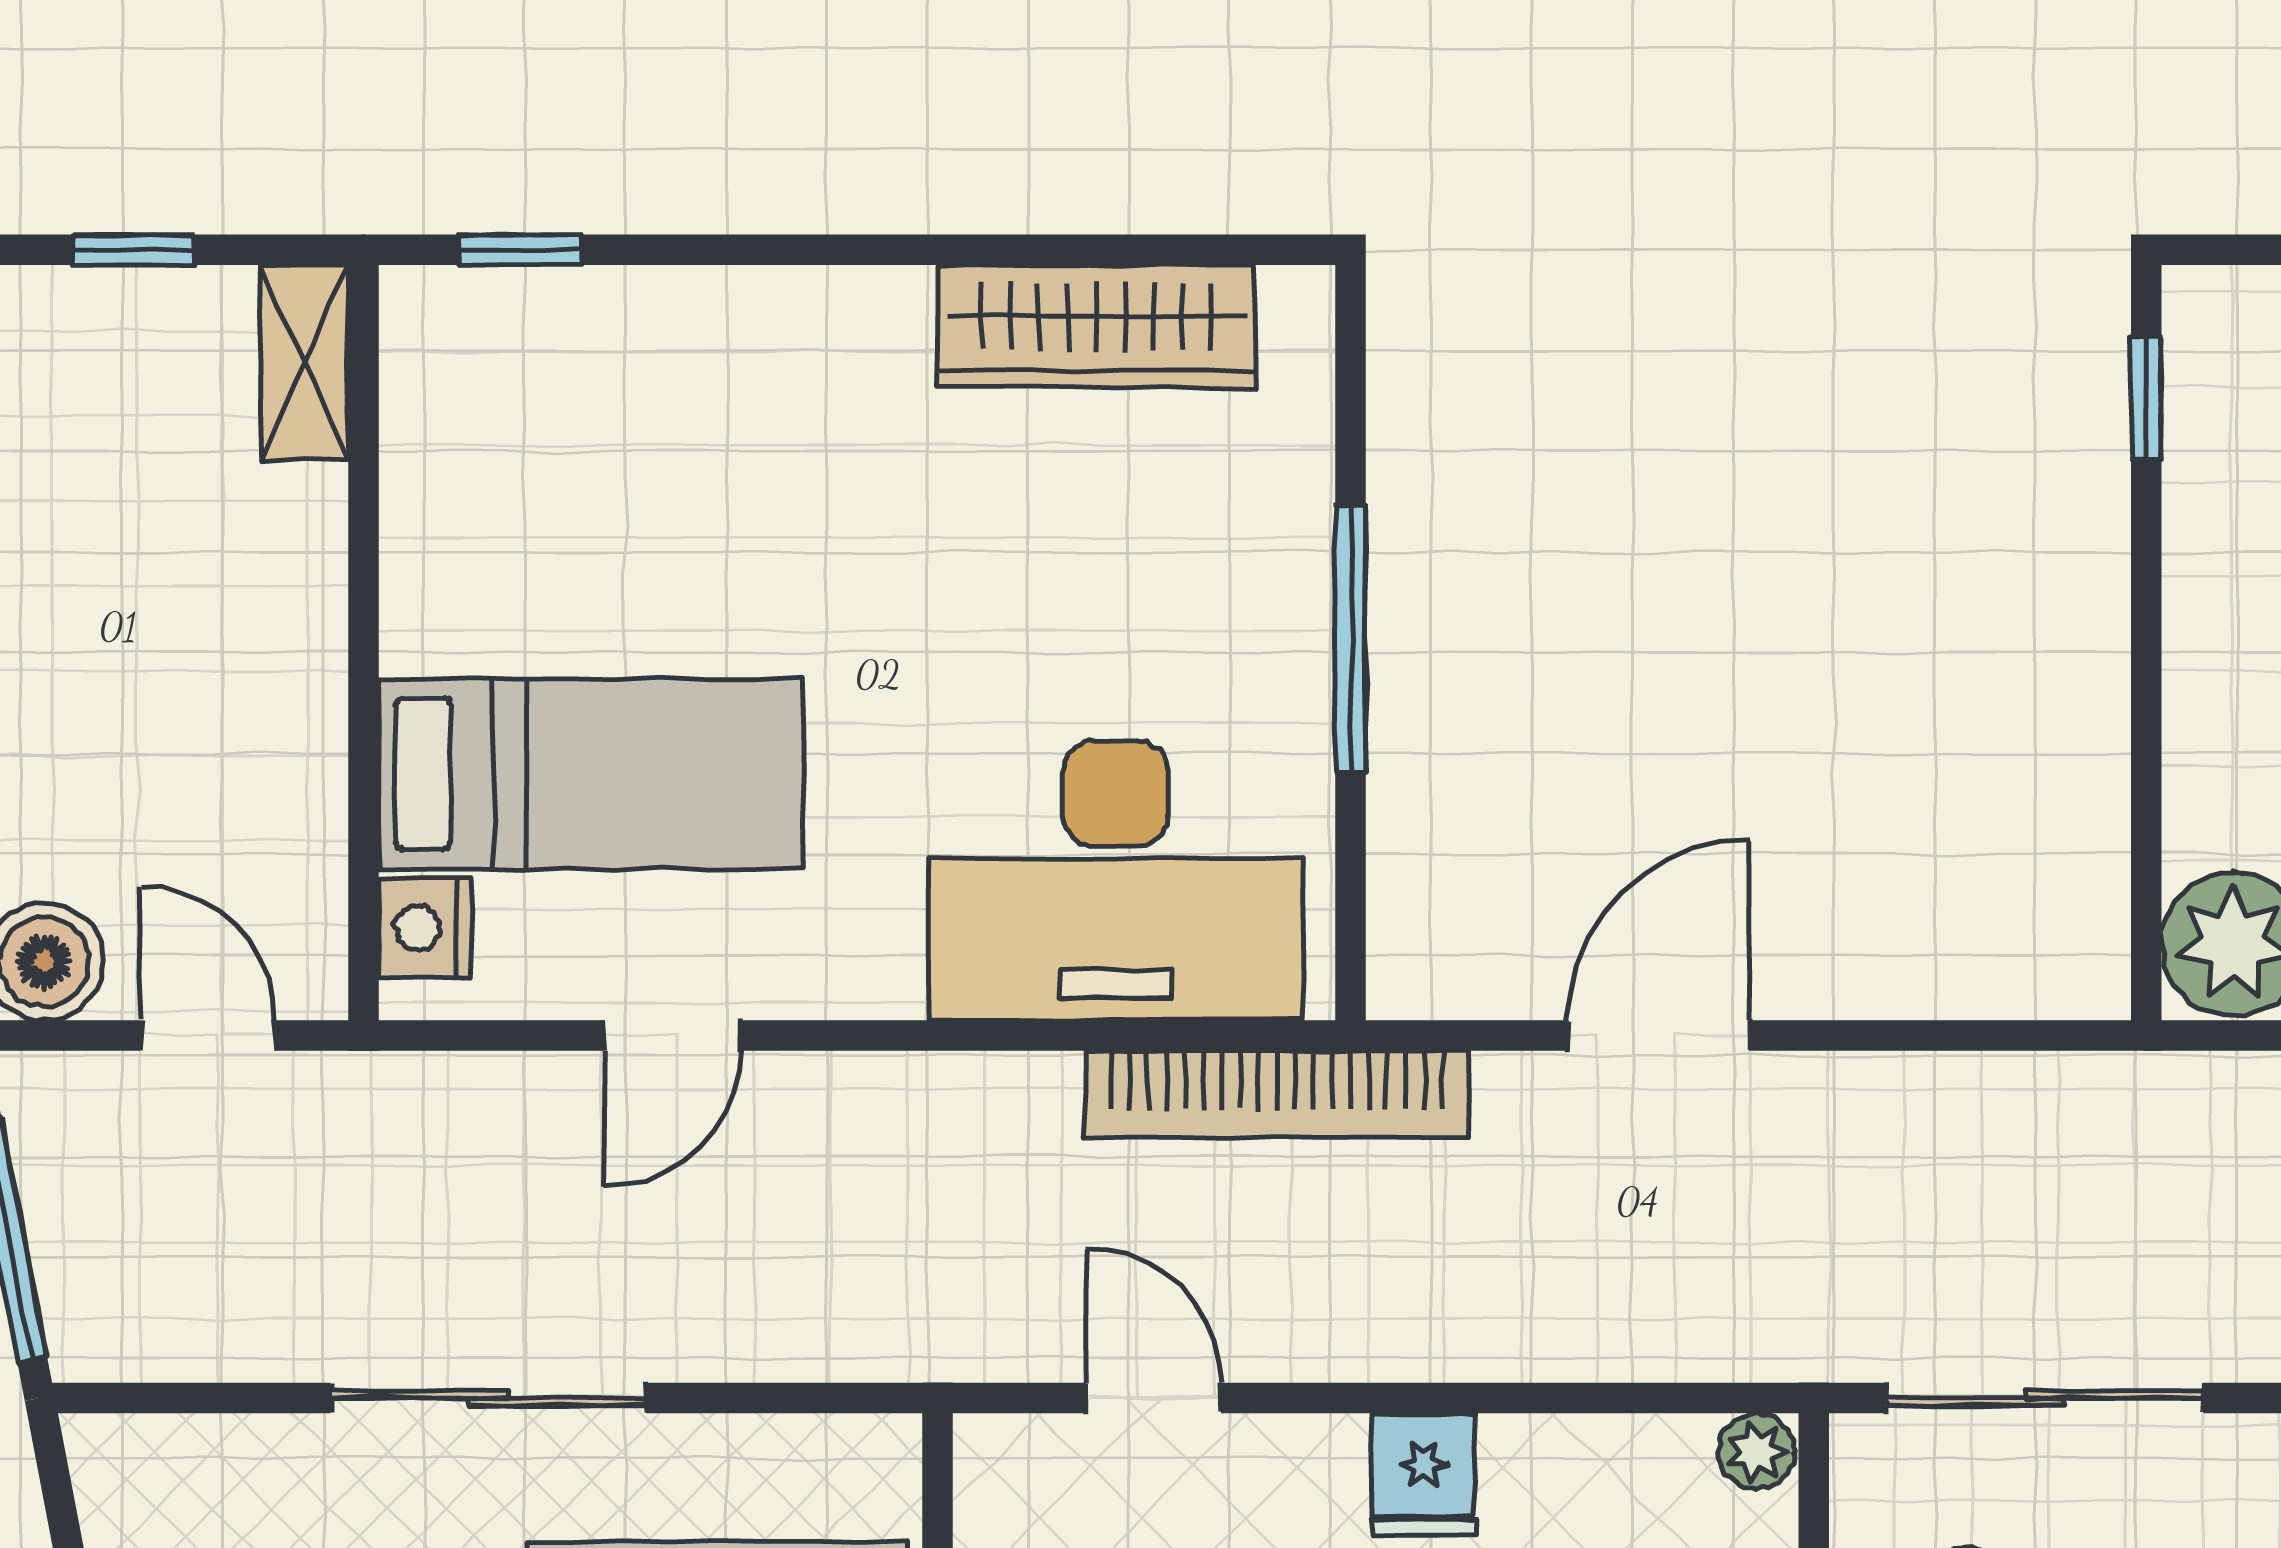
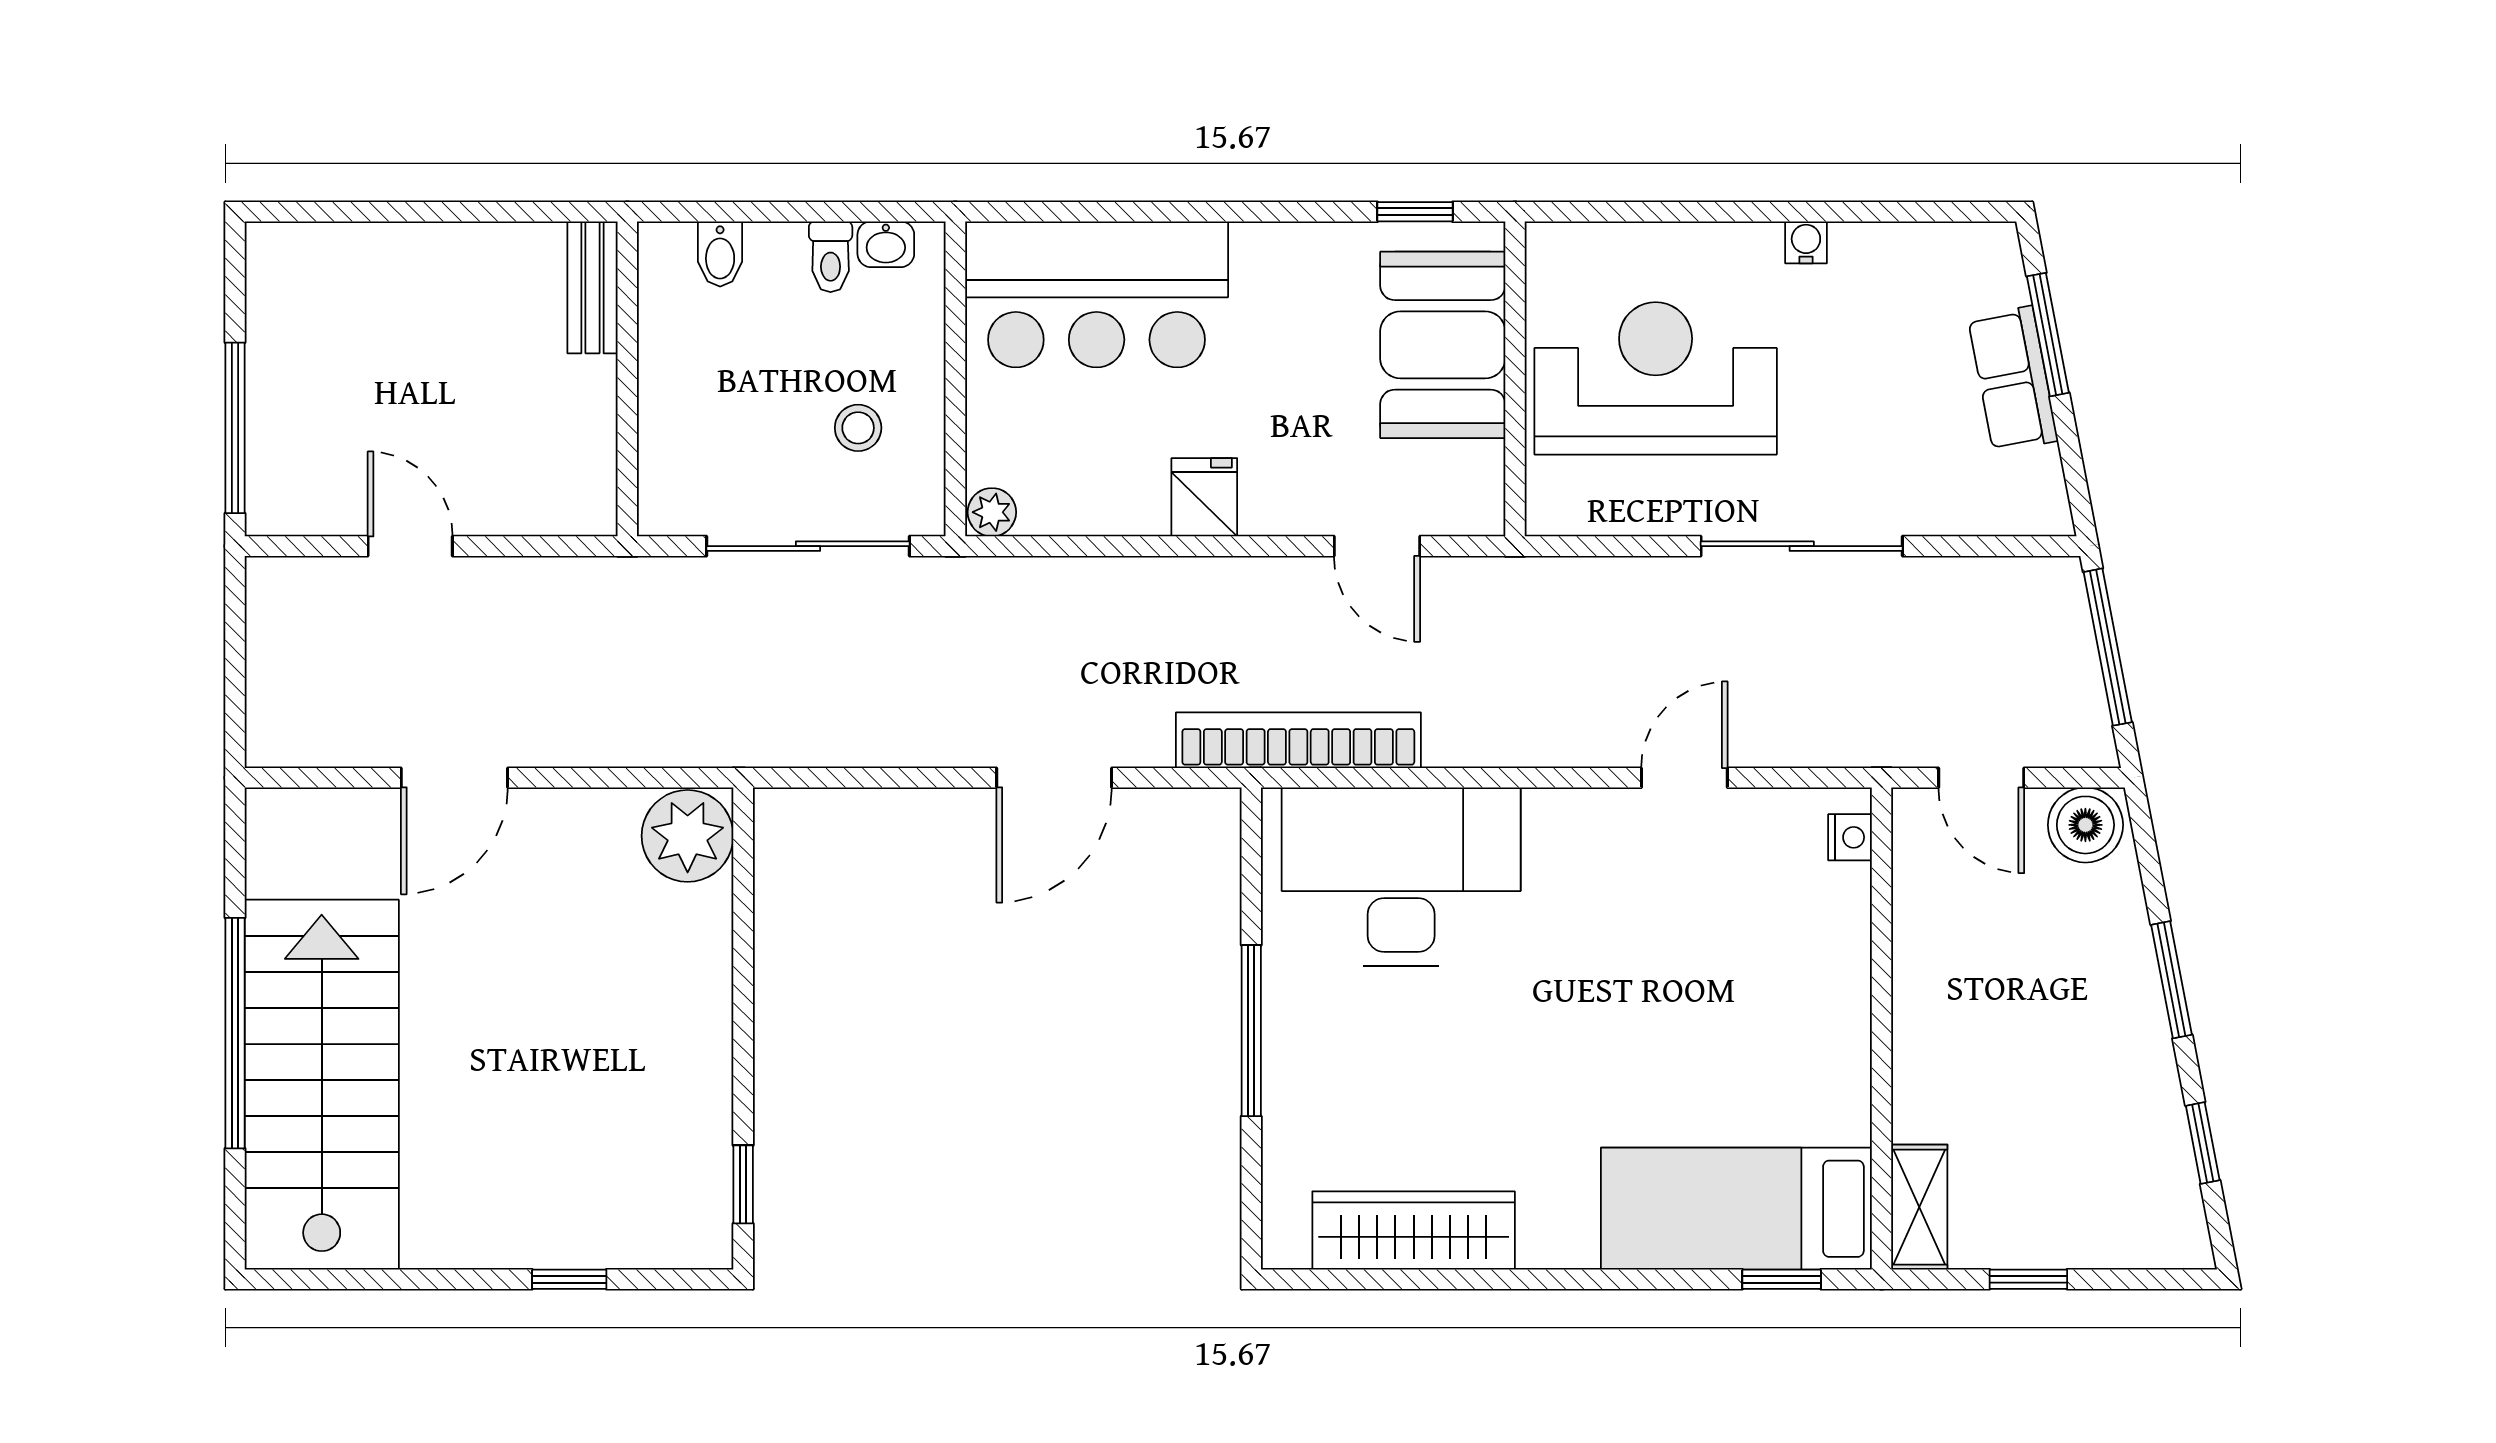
bed: (591, 774) -> (1736, 1209), moved
nightstand: (425, 928) -> (1850, 837), width x0.72, depth x0.74

